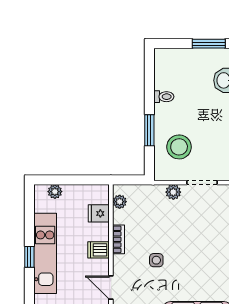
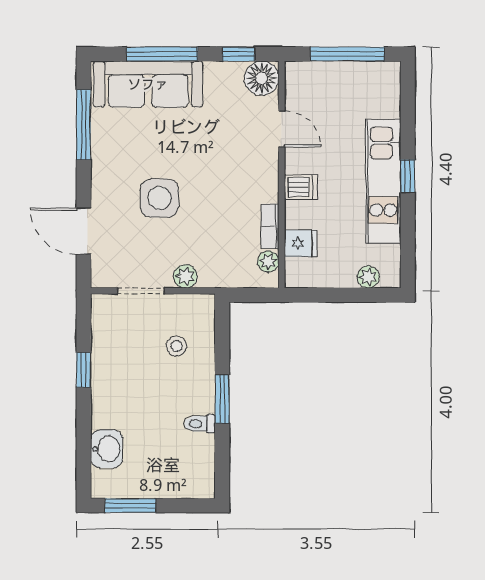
window: (149, 130) -> (222, 399), moved
stool: (179, 147) -> (176, 346), width x0.53, depth x0.53
bookcase: (118, 239) -> (270, 226), moved
side table: (156, 260) -> (160, 198), moved, width x1.87, depth x1.87

